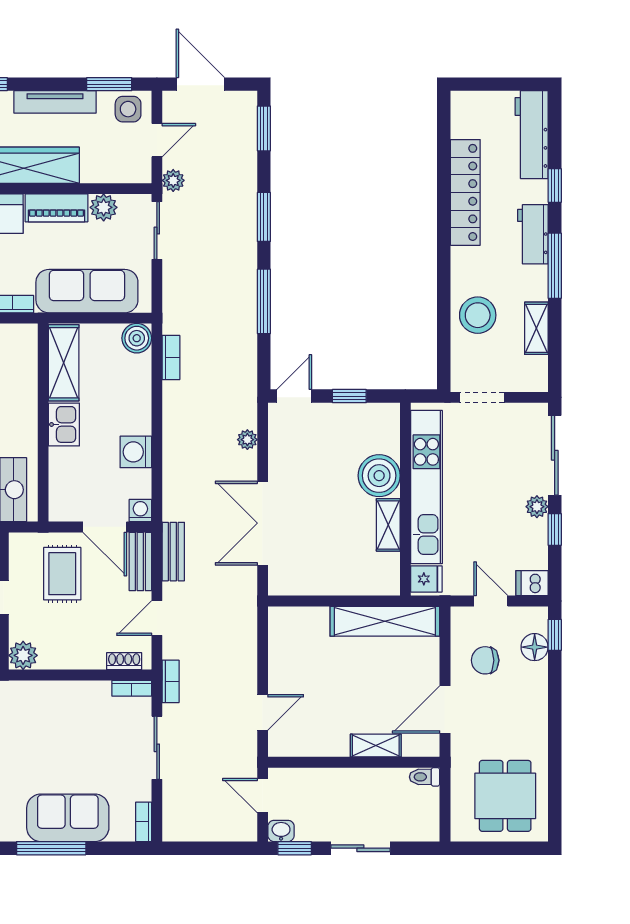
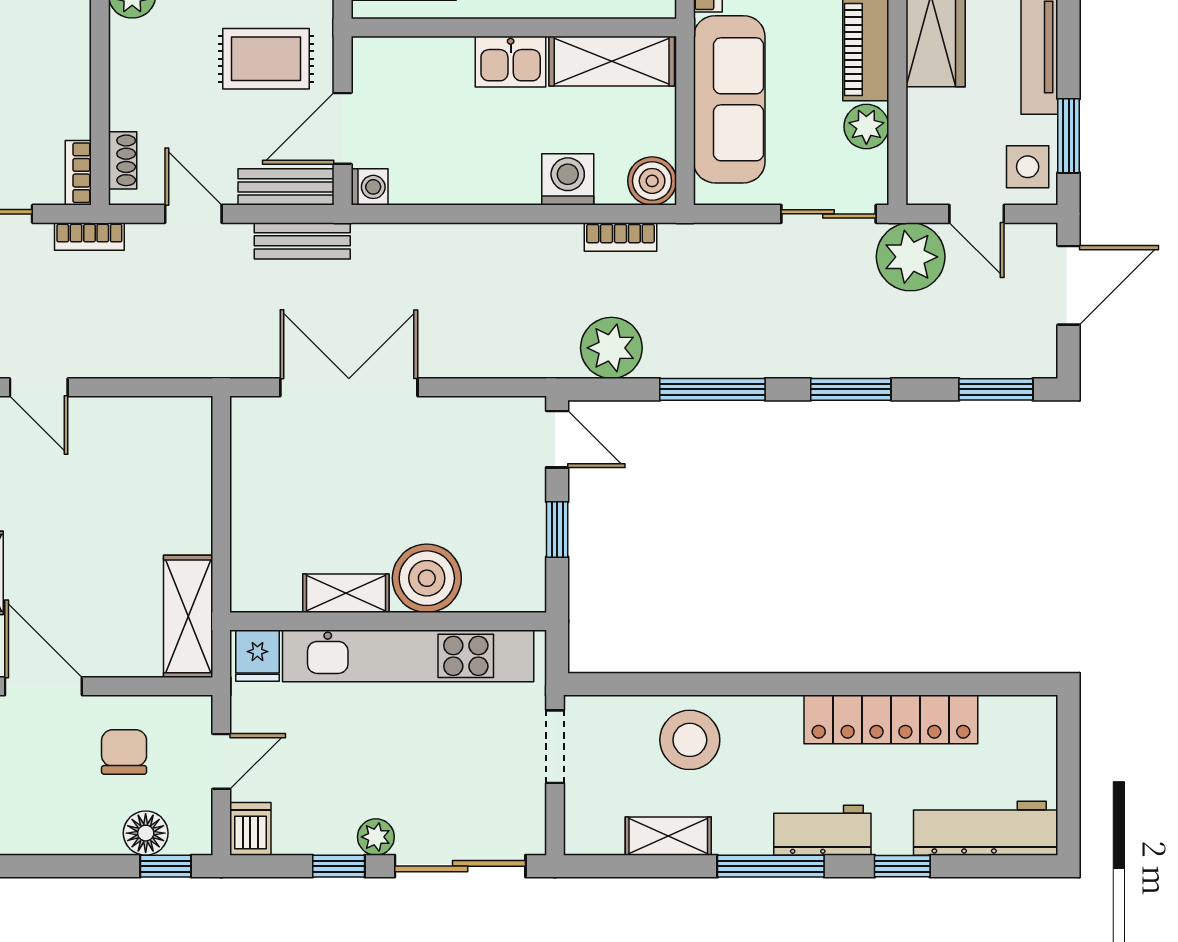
plant: (173, 180) -> (911, 257), width x1.87, depth x1.87
plant: (247, 440) -> (611, 348), moved, width x1.87, depth x1.87
washing machine: (136, 452) -> (568, 179), moved
shelving: (385, 621) -> (188, 616), width x0.68

